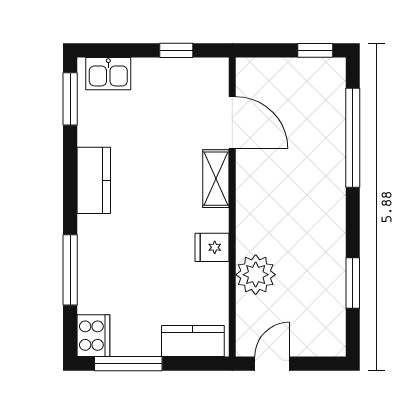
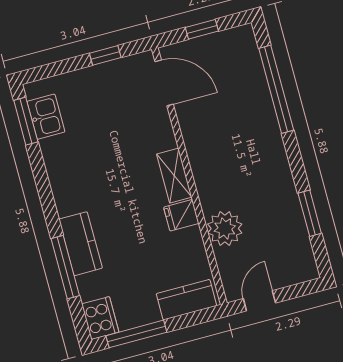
window: (315, 50) -> (202, 29), moved
kitchen sink: (108, 74) -> (46, 117), moved, turned -90
door: (232, 123) -> (164, 83), moved
shelving: (216, 179) -> (174, 176), moved
kitchen counter: (94, 180) -> (81, 244), moved

